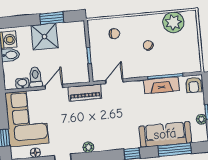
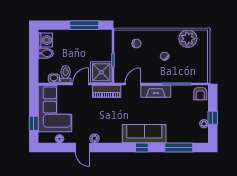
window: (52, 18) -> (84, 25), width x1.44
shower: (44, 37) -> (101, 72), moved
fireplace: (162, 85) -> (156, 91), moved
sofa: (165, 134) -> (144, 134), moved
plant: (88, 147) -> (94, 138), moved

